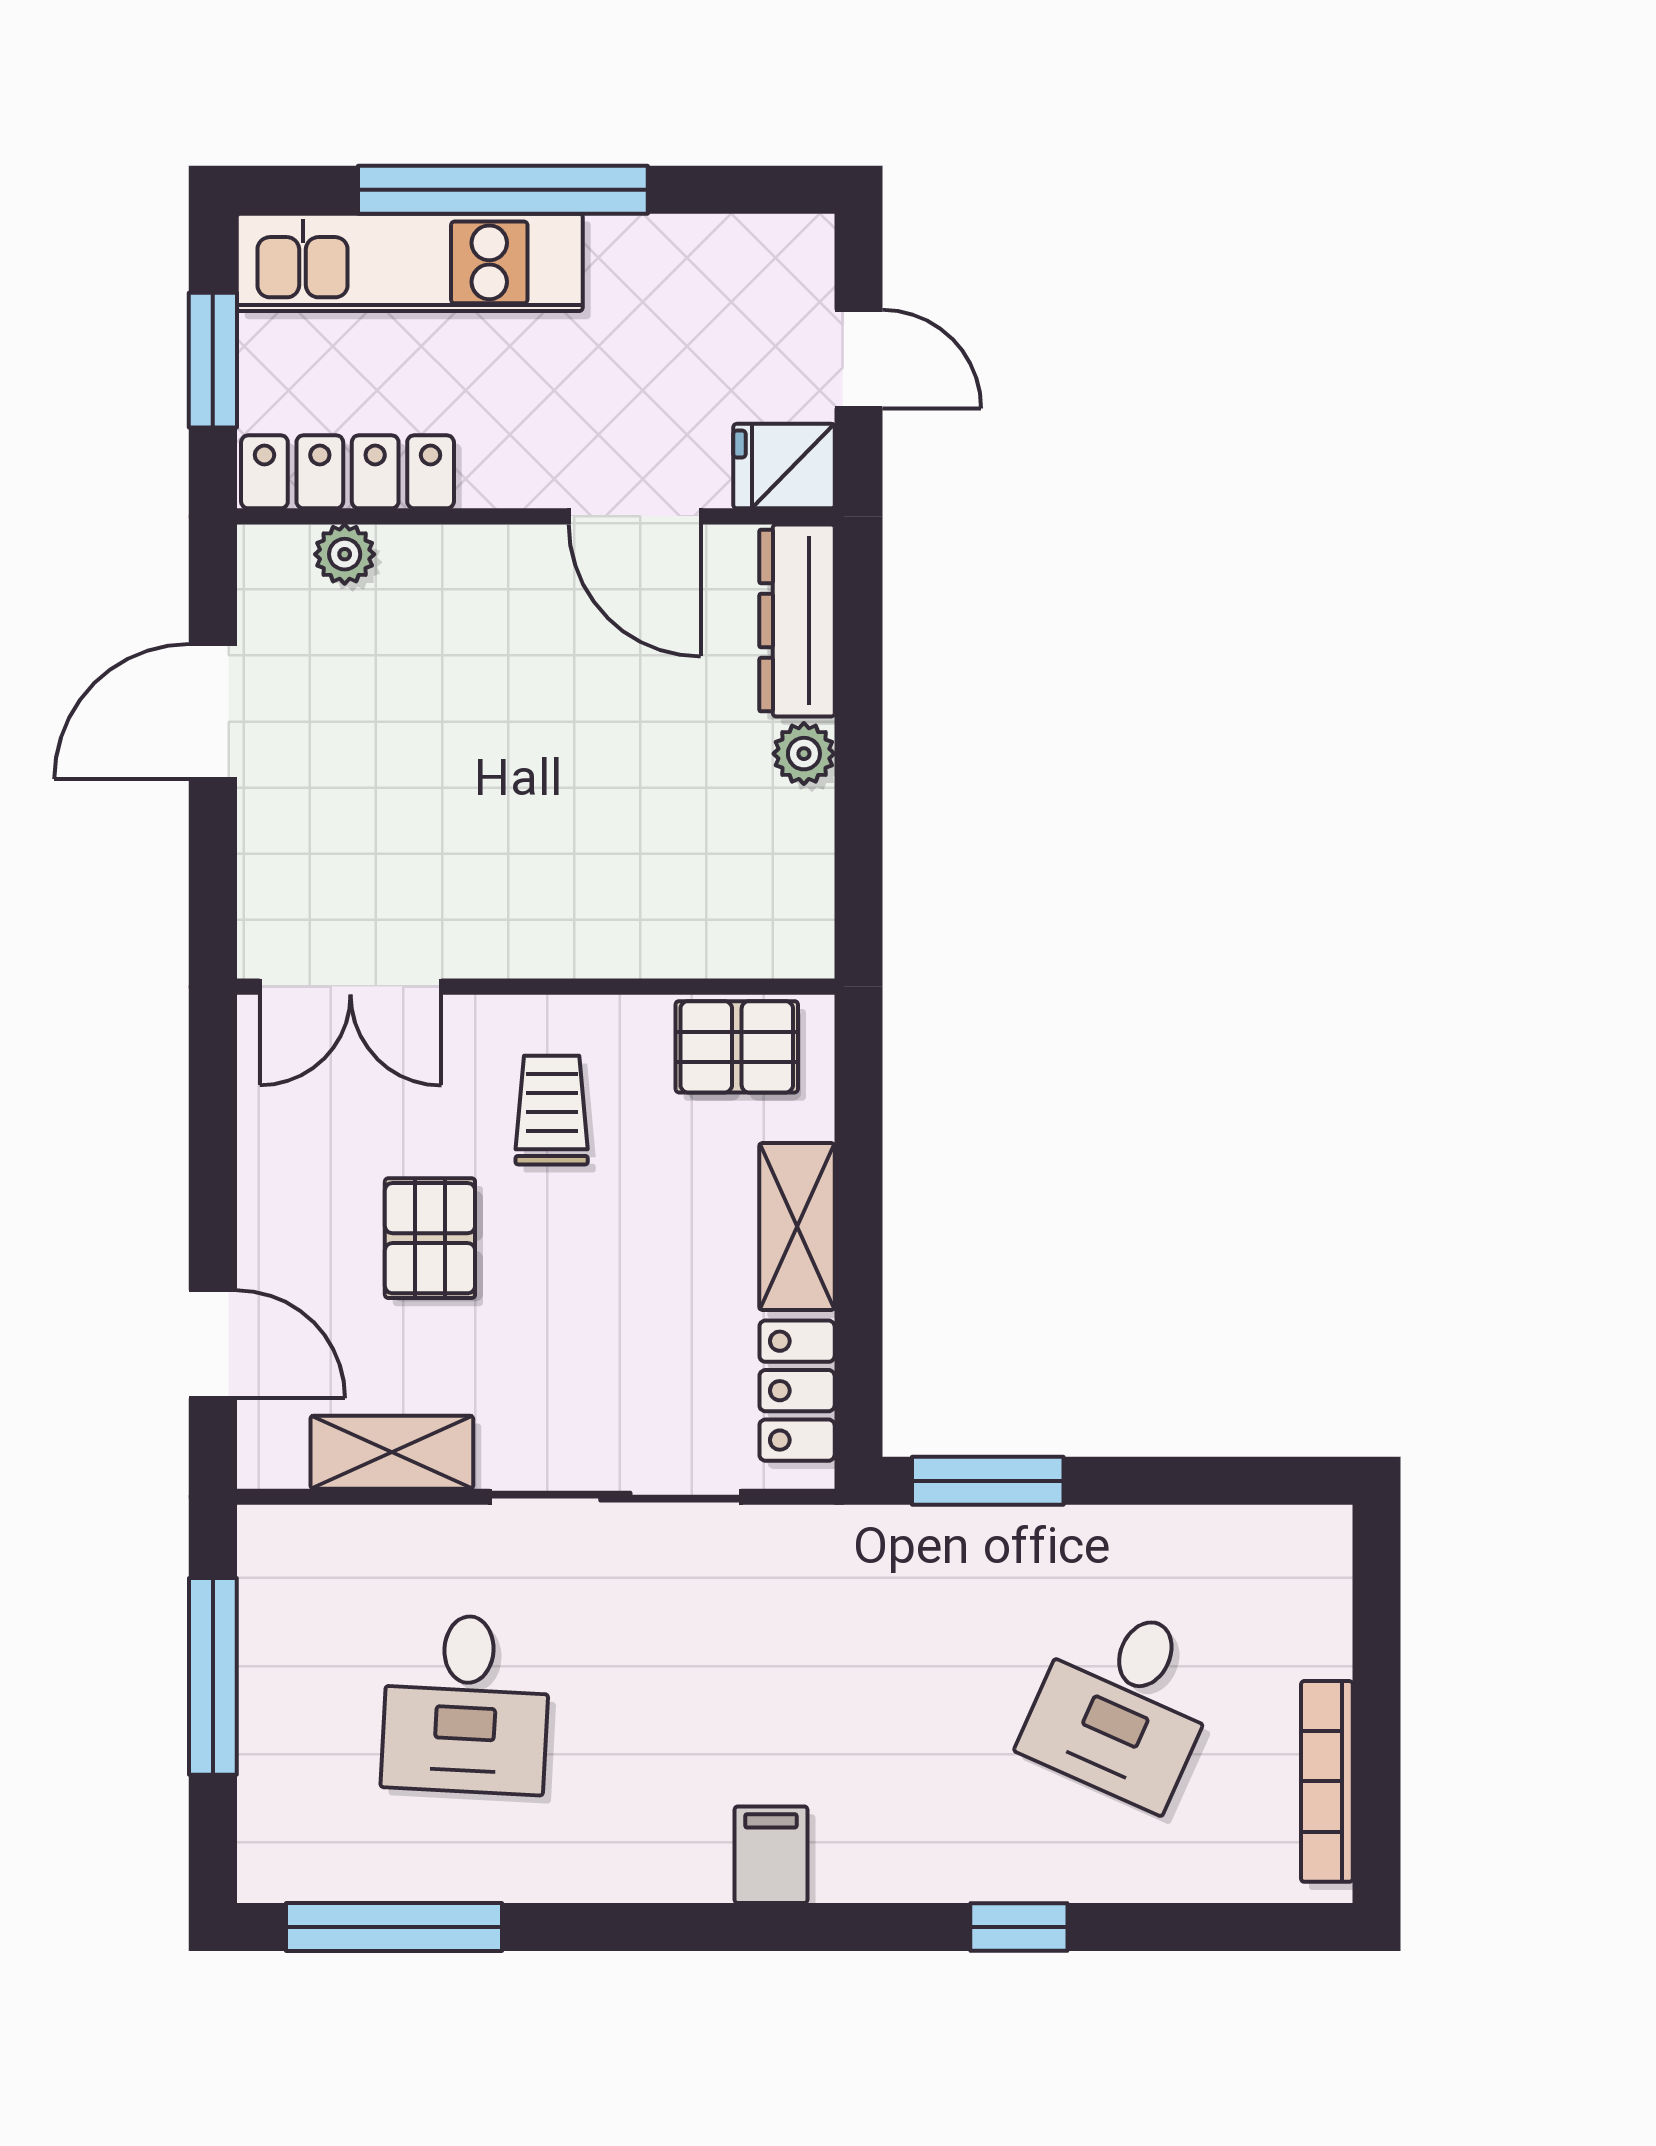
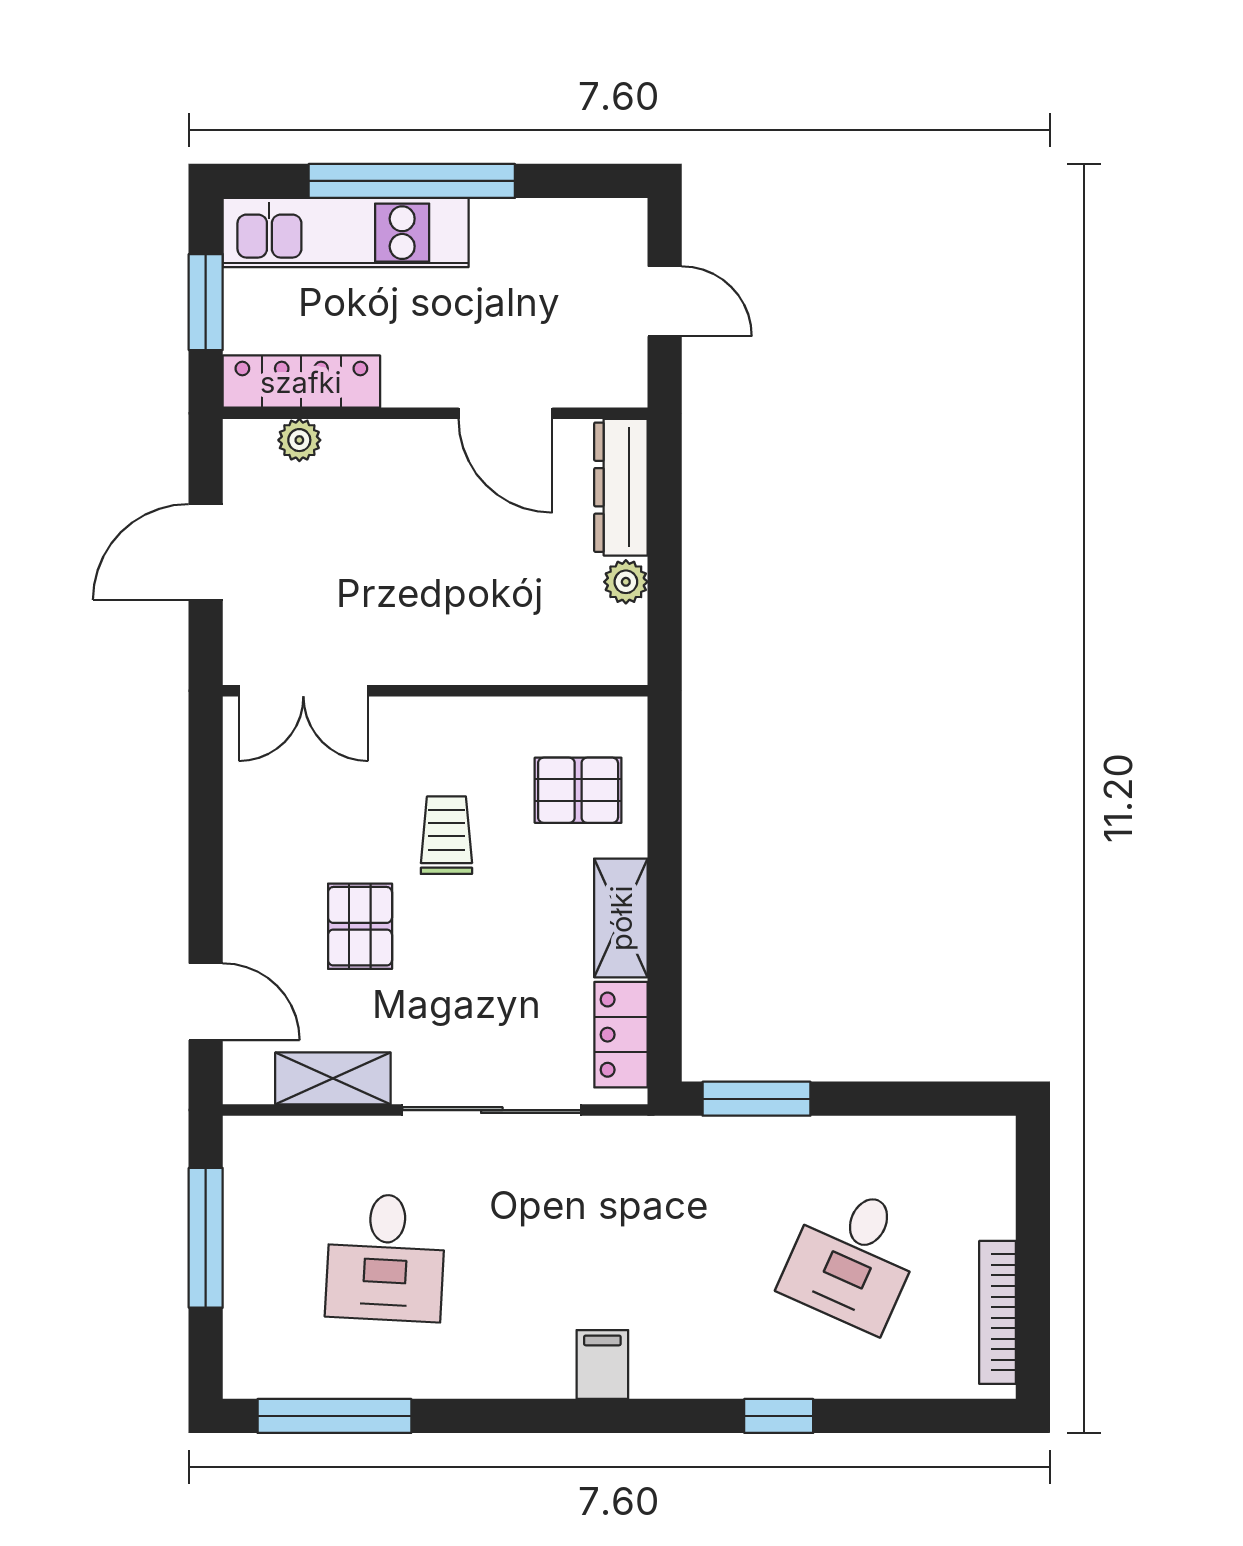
fridge: (784, 466) -> (612, 377), removed
double door: (350, 987) -> (303, 691), moved
wall: (536, 987) -> (435, 691), moved

